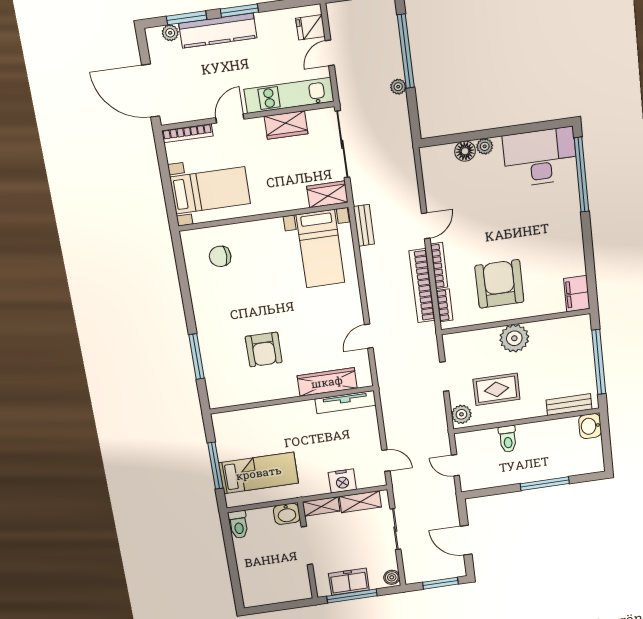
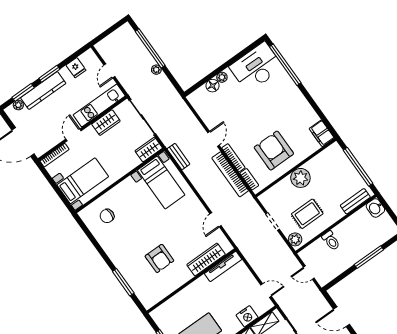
fridge: (310, 27) -> (76, 68), moved, turned -90

